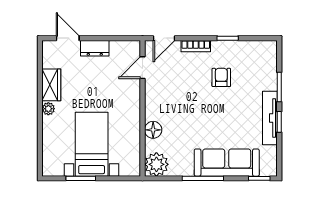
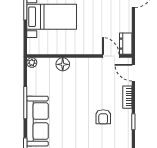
dresser: (95, 48) -> (126, 44), moved
armchair: (221, 77) -> (103, 117), turned 90
plant: (156, 164) -> (32, 63), width x0.53, depth x0.53

